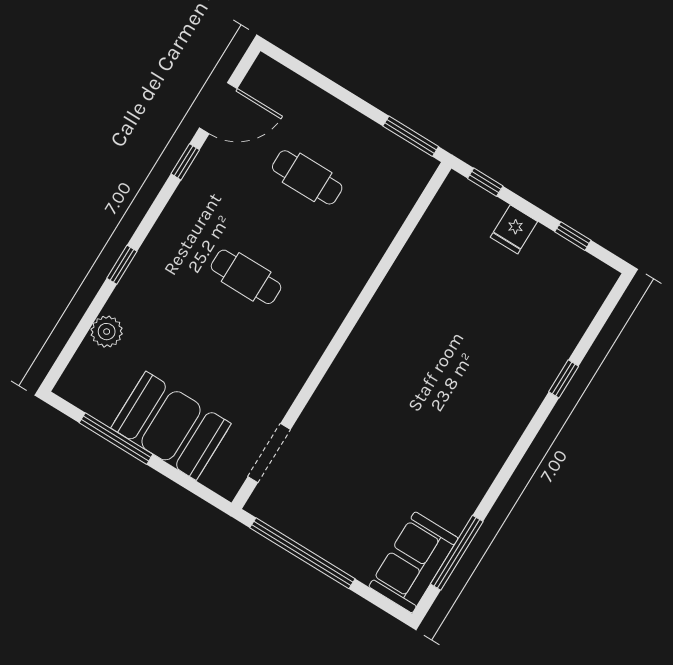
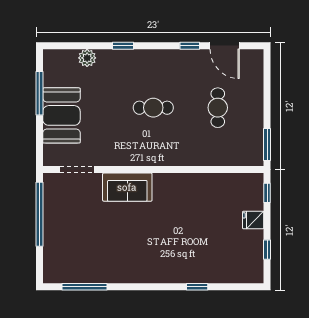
cafe table: (246, 277) -> (153, 108), turned 90
sofa: (414, 562) -> (127, 187), moved, turned 180

